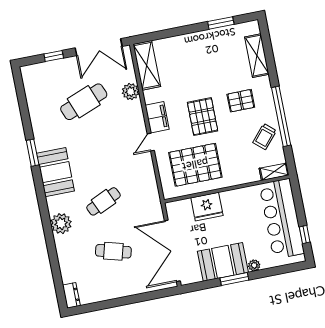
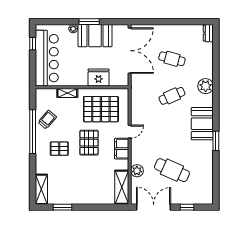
shelving: (257, 56) -> (41, 189), moved
cafe table: (84, 102) -> (172, 170), turned 45
shelving: (274, 172) -> (67, 93), moved

